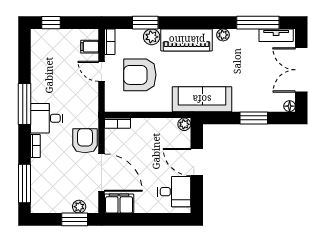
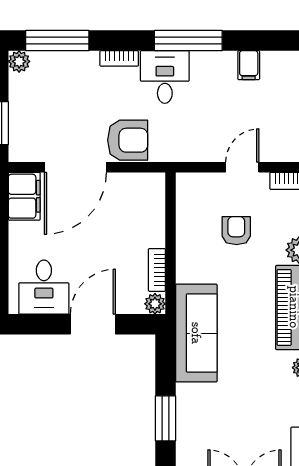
filing cabinet: (90, 47) -> (249, 65), moved, turned 180
armchair: (140, 75) -> (236, 231), width x0.53, depth x0.53
bookcase: (117, 123) -> (157, 270), moved
plant: (79, 207) -> (19, 61), moved

